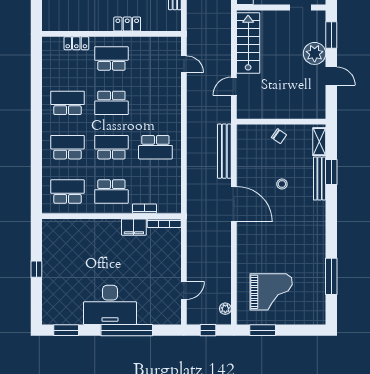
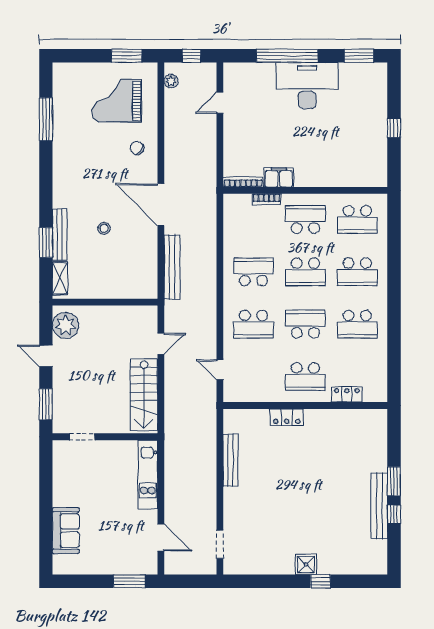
plant: (315, 53) -> (66, 325), moved
school desk: (155, 103) -> (253, 324), added
chair: (279, 136) -> (137, 148), moved

